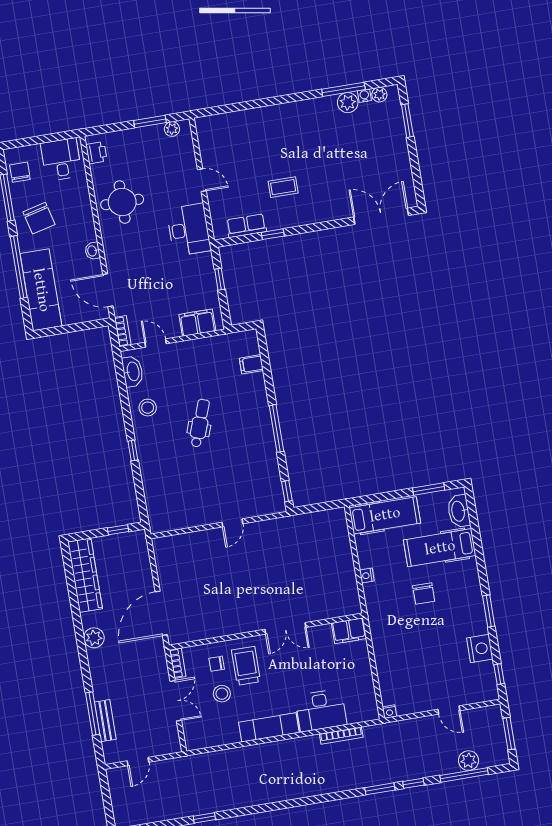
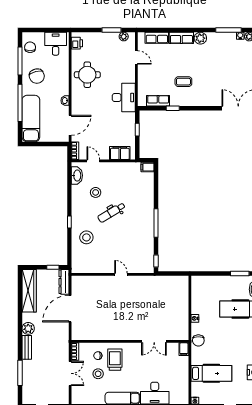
plant: (348, 103) -> (200, 38), moved
row of seats: (268, 115) -> (181, 38), added
row of seats: (227, 122) -> (157, 38), added
door: (202, 180) -> (136, 57), moved
door: (108, 290) -> (70, 125), swing flipped
filing cabinet: (251, 364) -> (147, 167), moved
stool: (148, 408) -> (96, 192), moved
dental chair: (200, 423) -> (111, 212), turned -141
stool: (165, 471) -> (86, 237), added
hospital bed: (385, 515) -> (211, 373), moved
door: (232, 523) -> (121, 274), swing flipped
dresser: (140, 551) -> (64, 282), added
chair: (424, 593) -> (198, 340), moved
door: (161, 613) -> (70, 309), moved
double door: (285, 628) -> (154, 341), moved
filing cabinet: (349, 631) -> (184, 349), width x0.50
bench: (105, 721) -> (27, 347), moved

